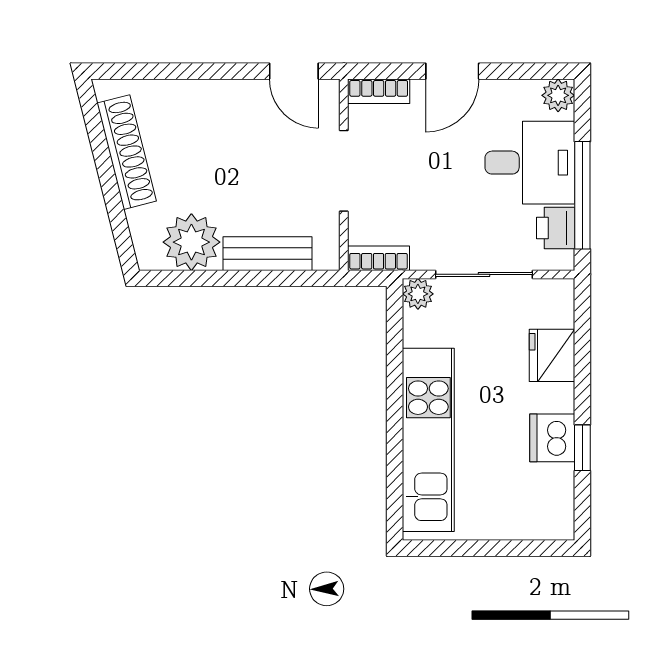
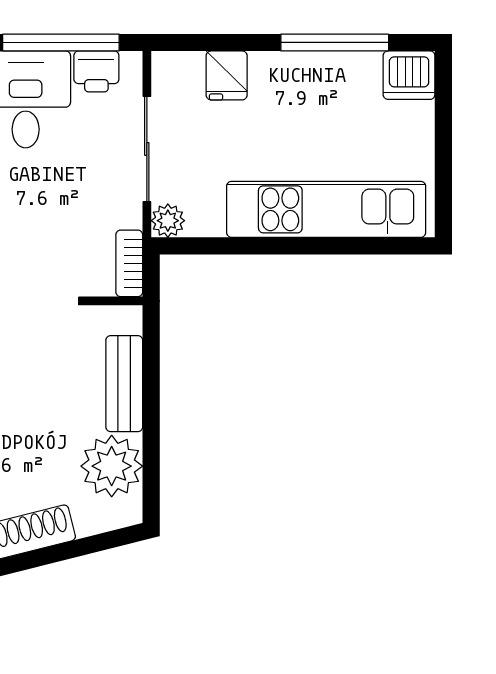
fridge: (552, 355) -> (227, 75), width x0.72
dishwasher: (552, 438) -> (409, 75), moved
window: (582, 448) -> (335, 42), width x2.17

